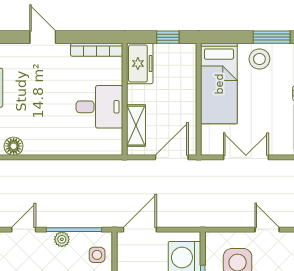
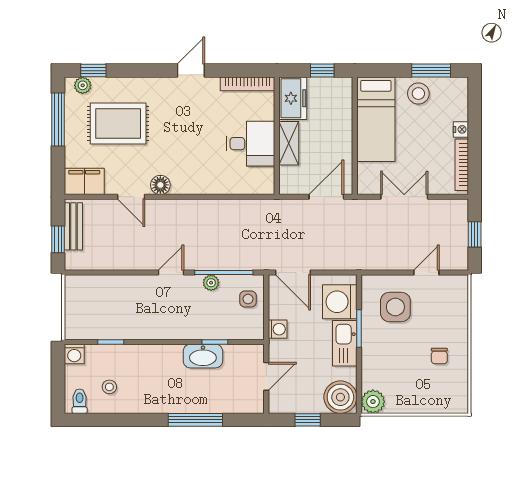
door: (43, 37) -> (191, 71), hinge flipped
shelving: (136, 126) -> (289, 143), moved
door: (140, 230) -> (293, 273), swing flipped
door: (267, 230) -> (426, 273), hinge flipped

